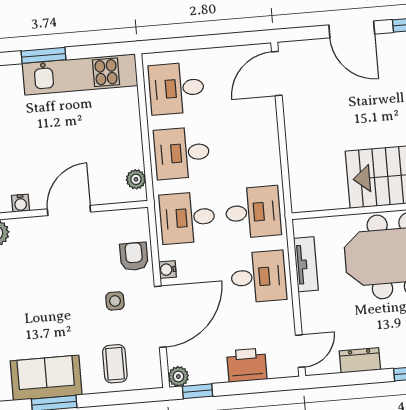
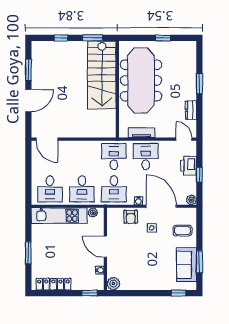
kitchen unit: (80, 74) -> (59, 216), moved, turned 90
armchair: (134, 256) -> (131, 217), turned -90
window: (198, 391) -> (199, 175), moved

